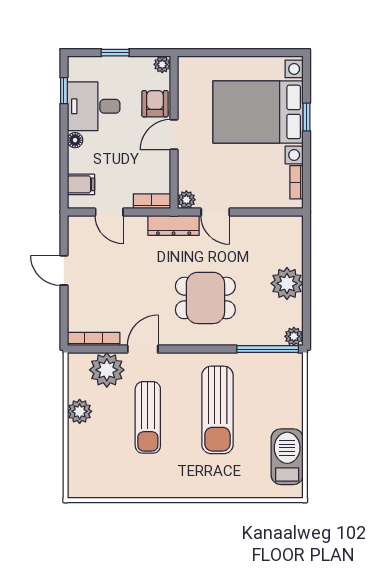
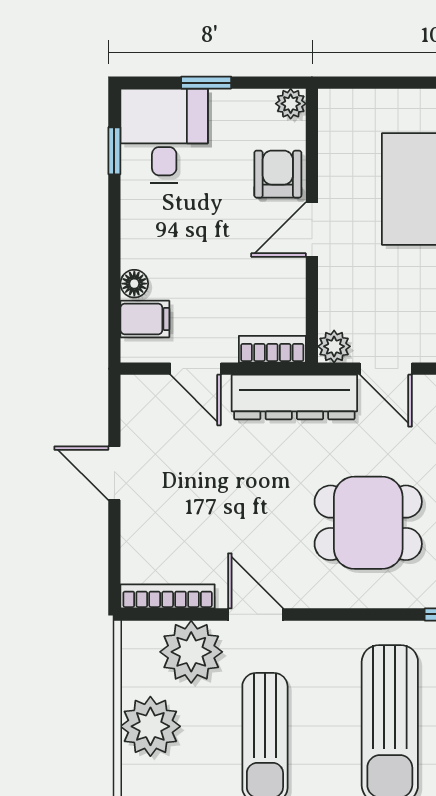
desk: (94, 106) -> (164, 136), moved, turned 90
floor lamp: (75, 140) -> (134, 284), moved
dresser: (174, 225) -> (294, 397), width x1.37, depth x1.24
door: (143, 349) -> (256, 614), hinge flipped
plant: (80, 411) -> (150, 726), width x1.36, depth x1.36

